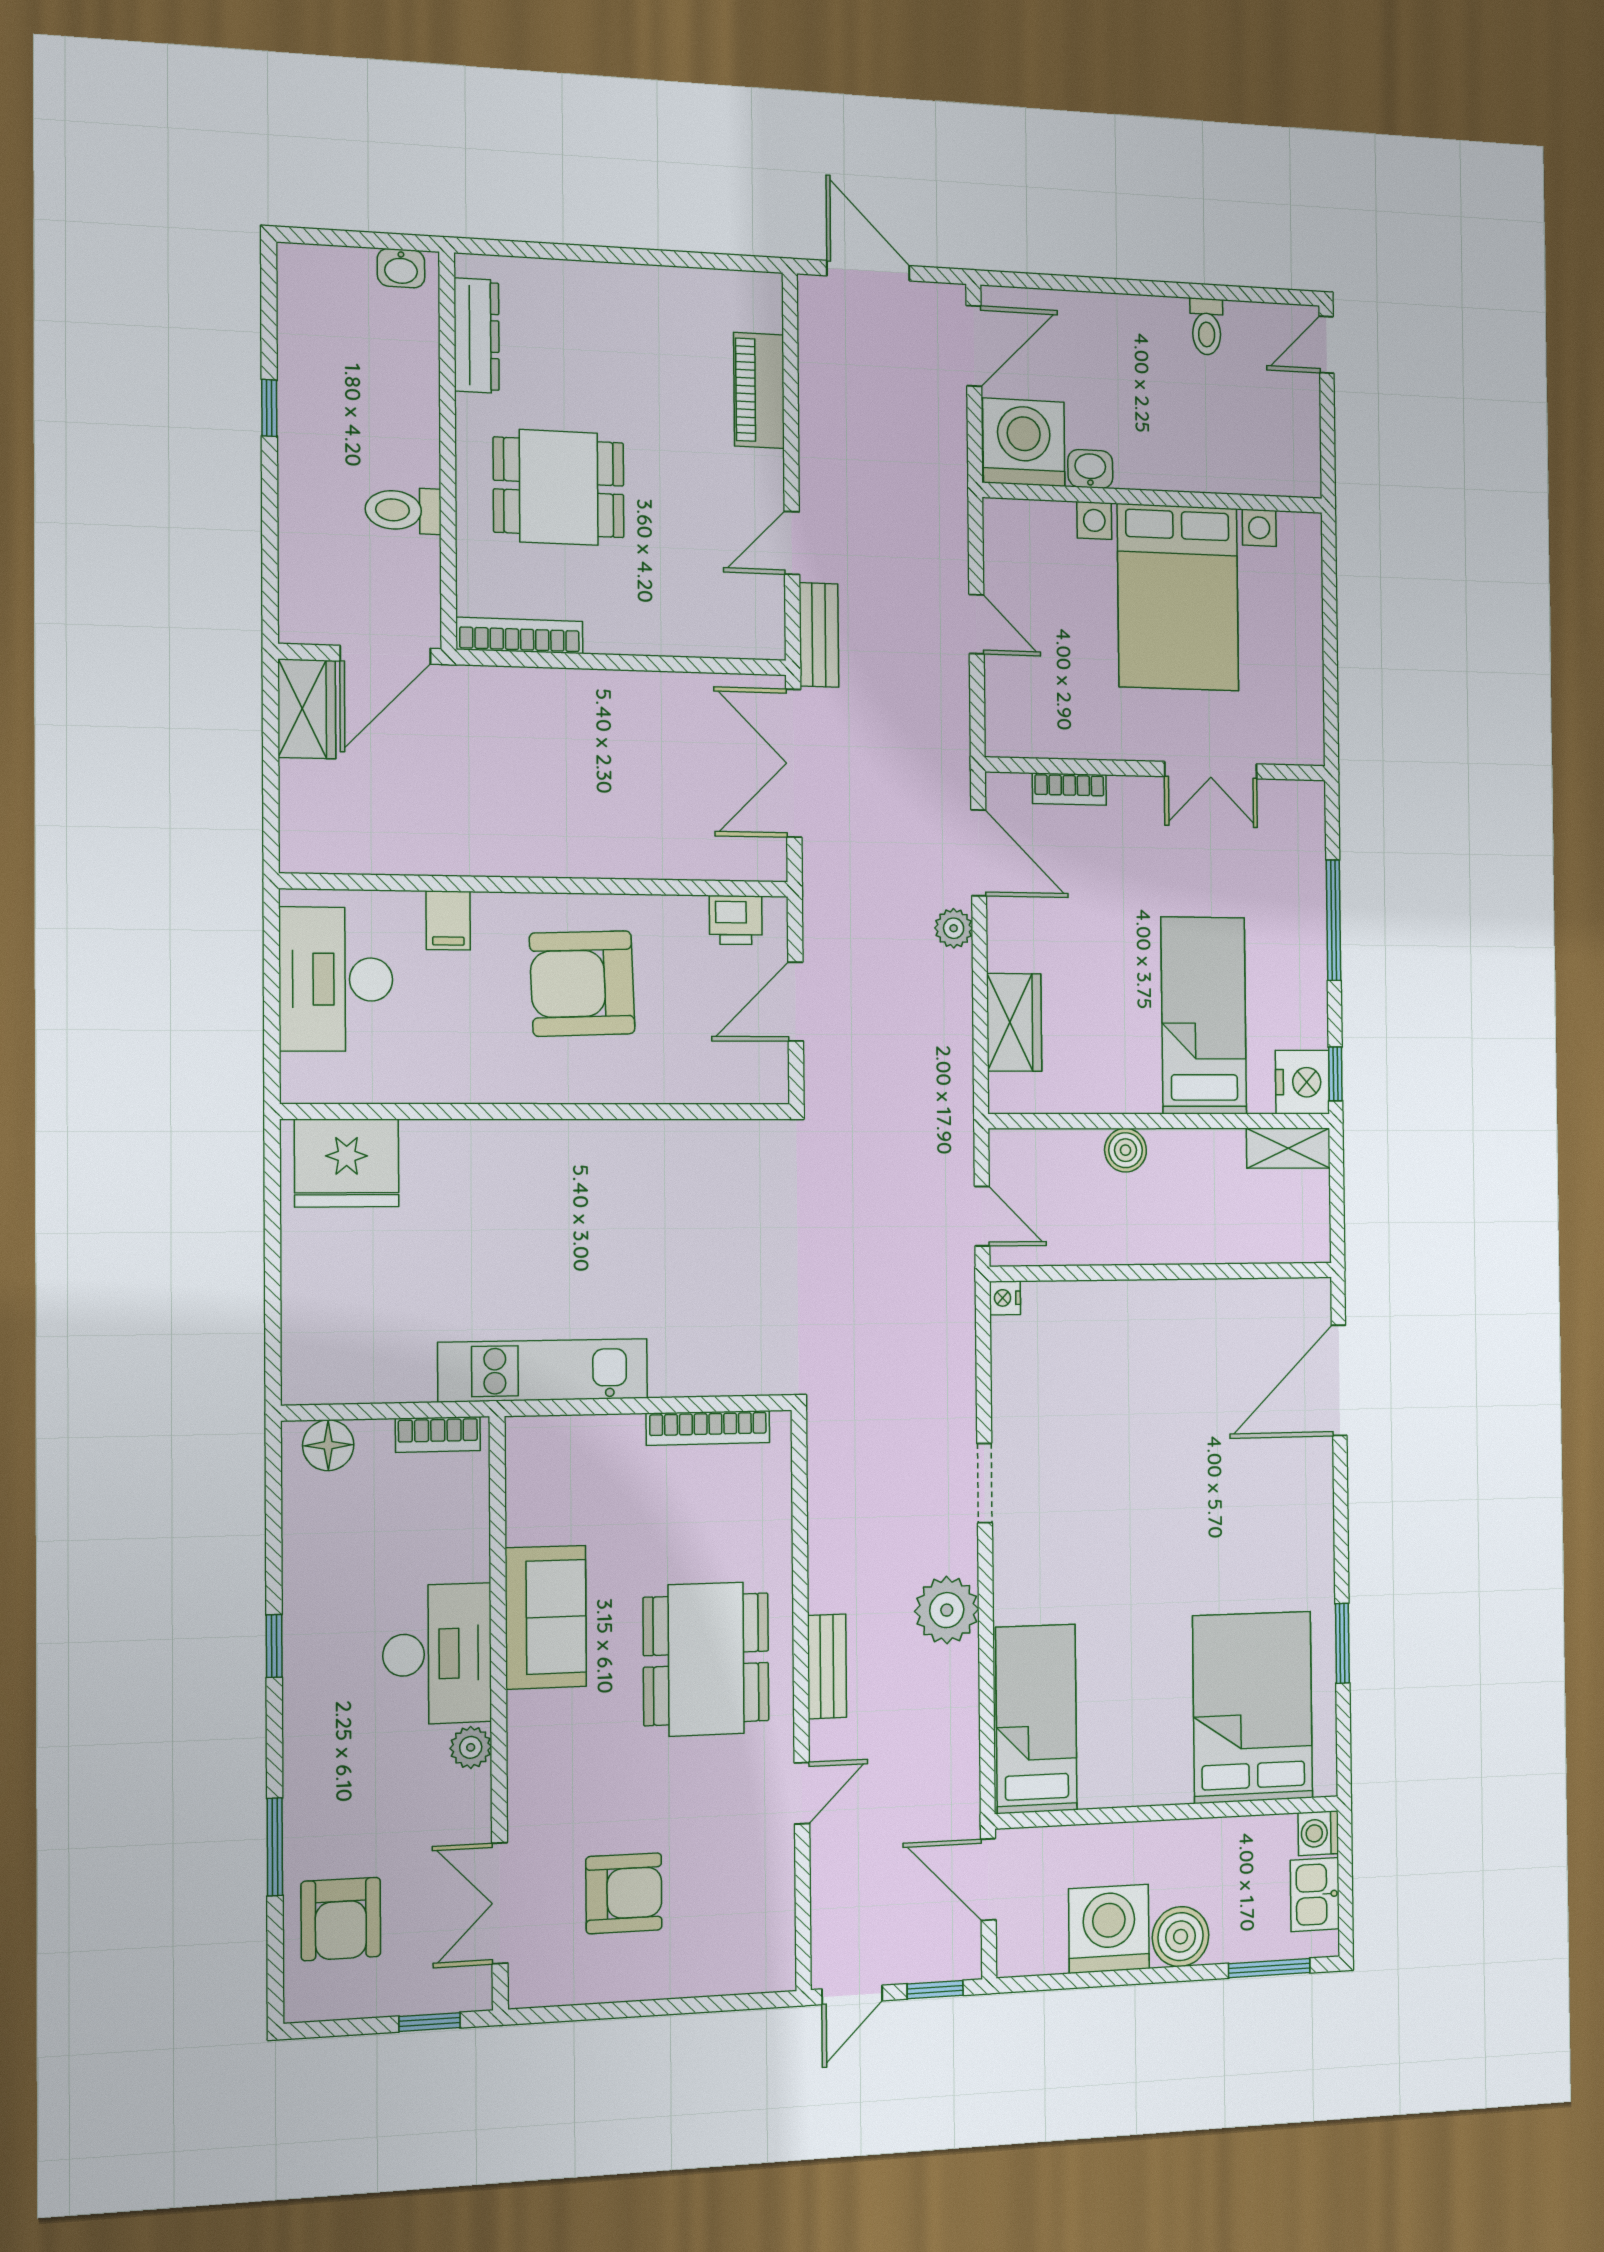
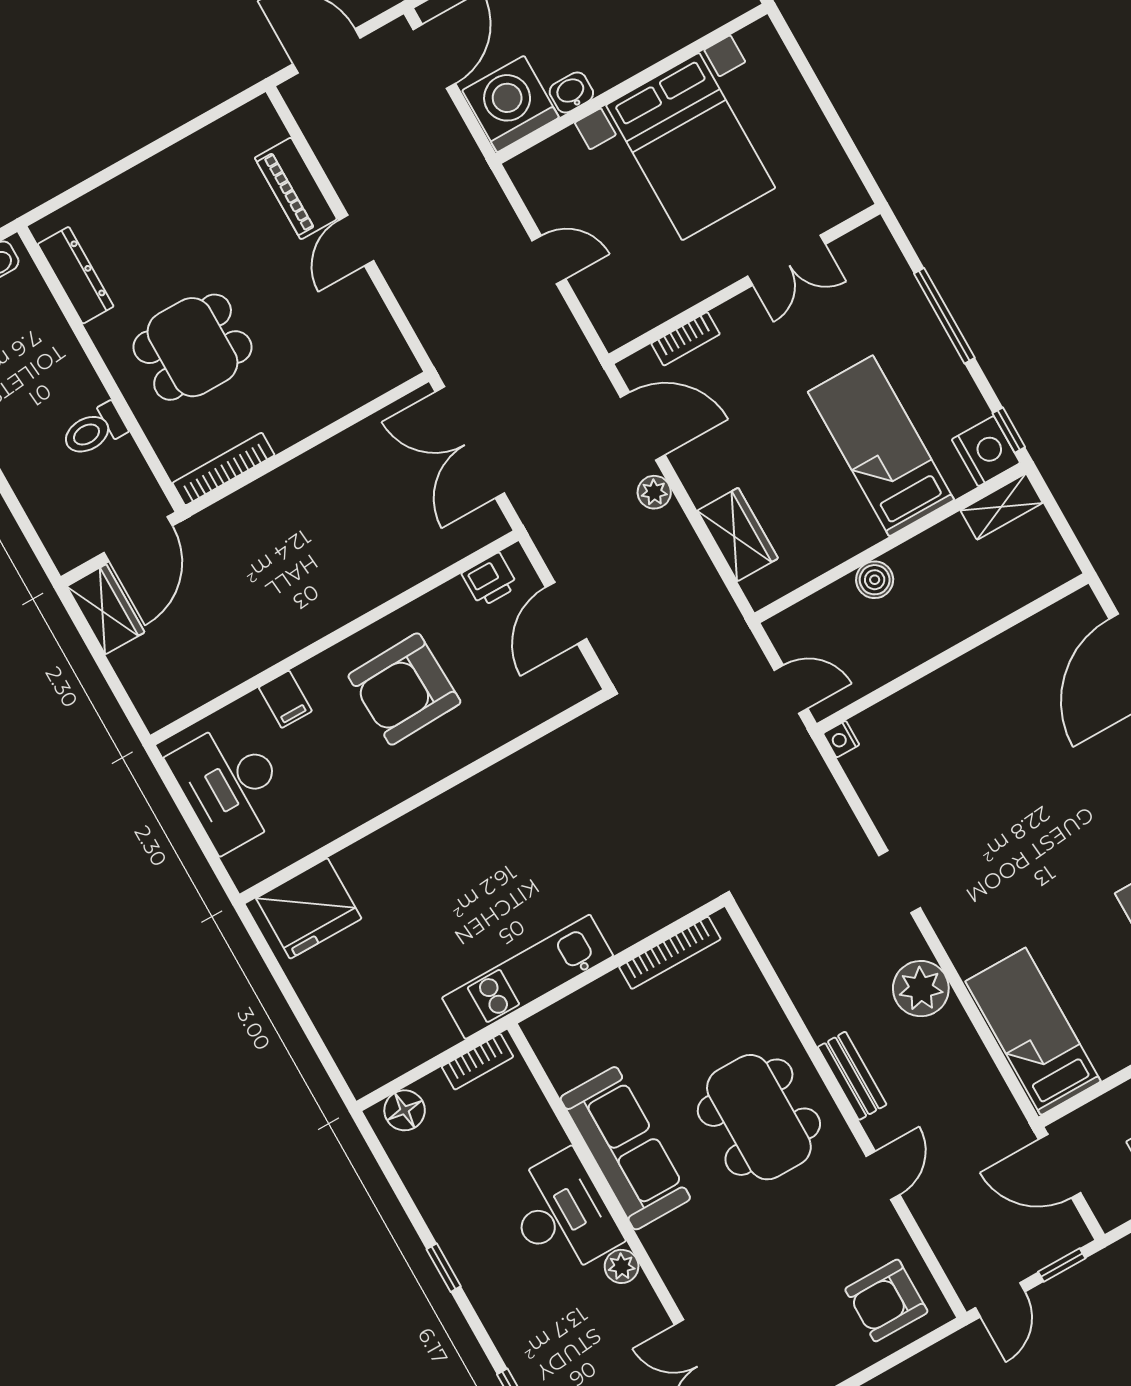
door: (792, 543) -> (356, 240), moved
bench: (819, 635) -> (437, 338), removed
sofa: (546, 1617) -> (625, 1148), width x1.36
armchair: (624, 1893) -> (886, 1300), moved, turned 180

